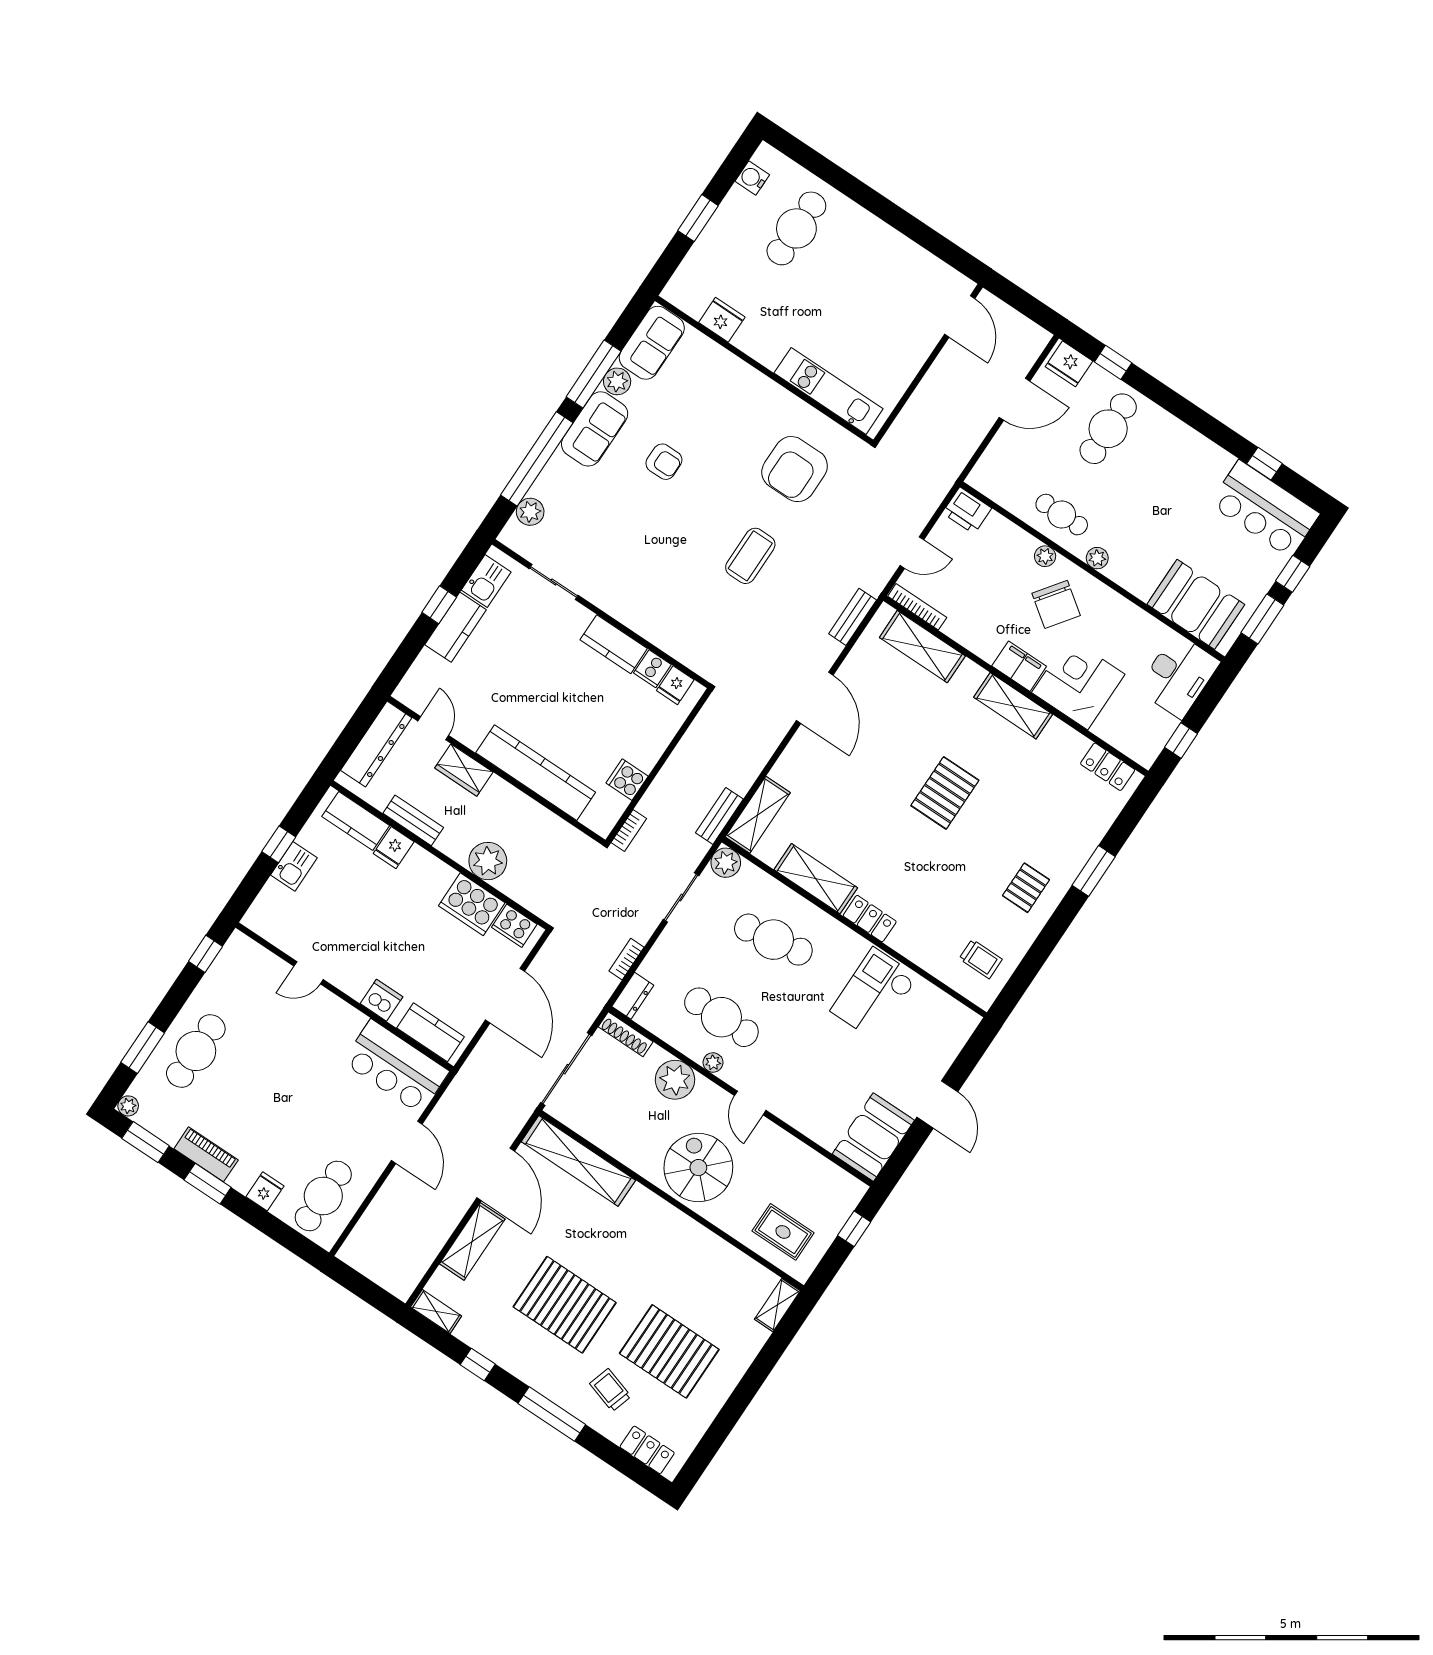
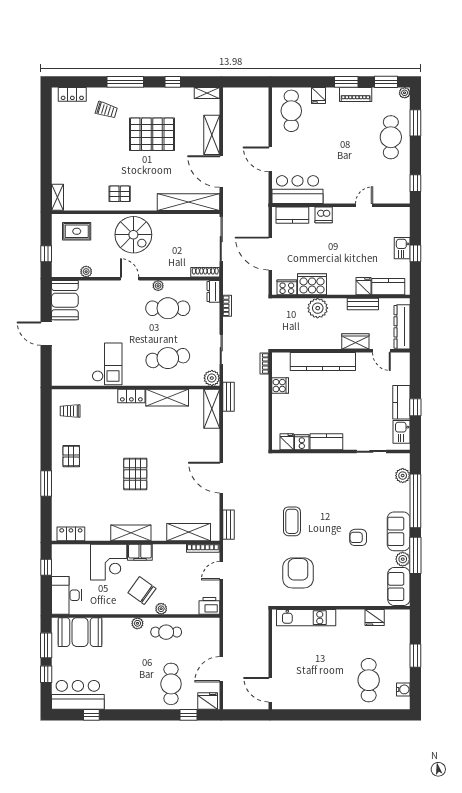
plant: (675, 1080) -> (86, 272), moved, width x0.53, depth x0.53
pallet: (669, 1351) -> (120, 194), moved, width x0.49, depth x0.50

